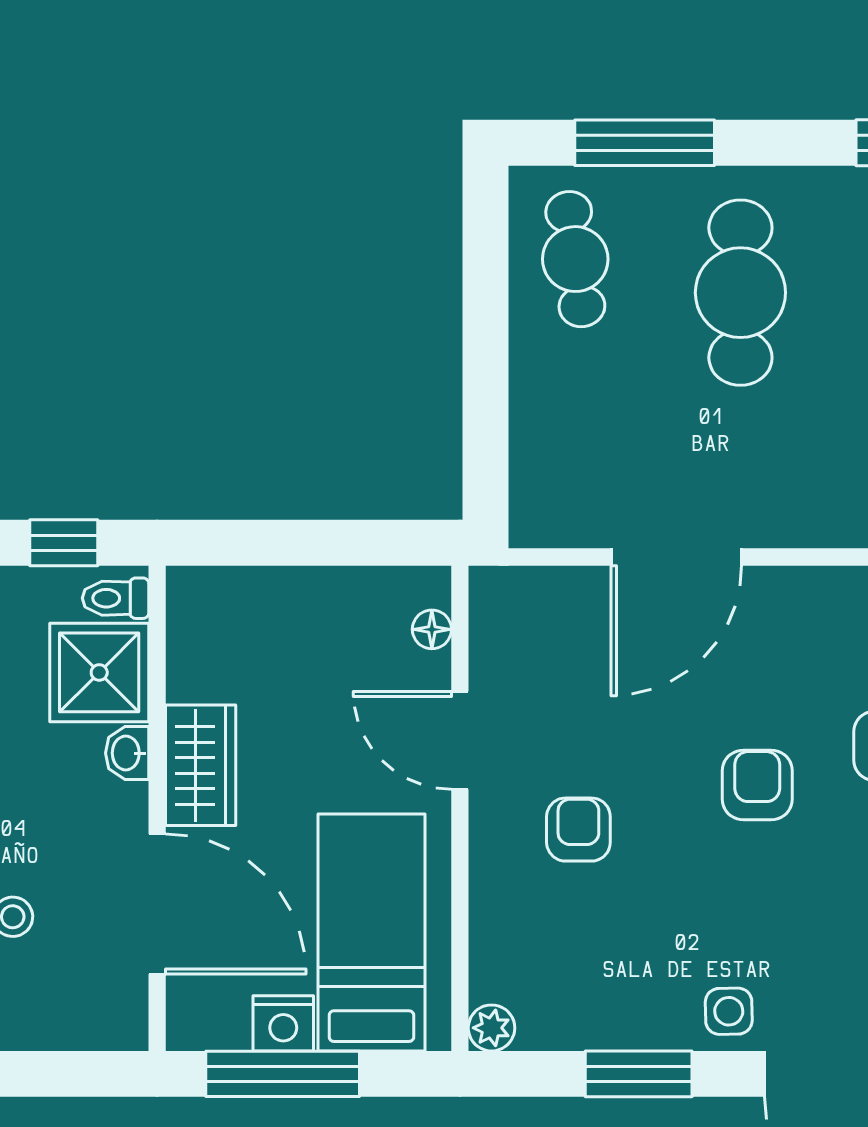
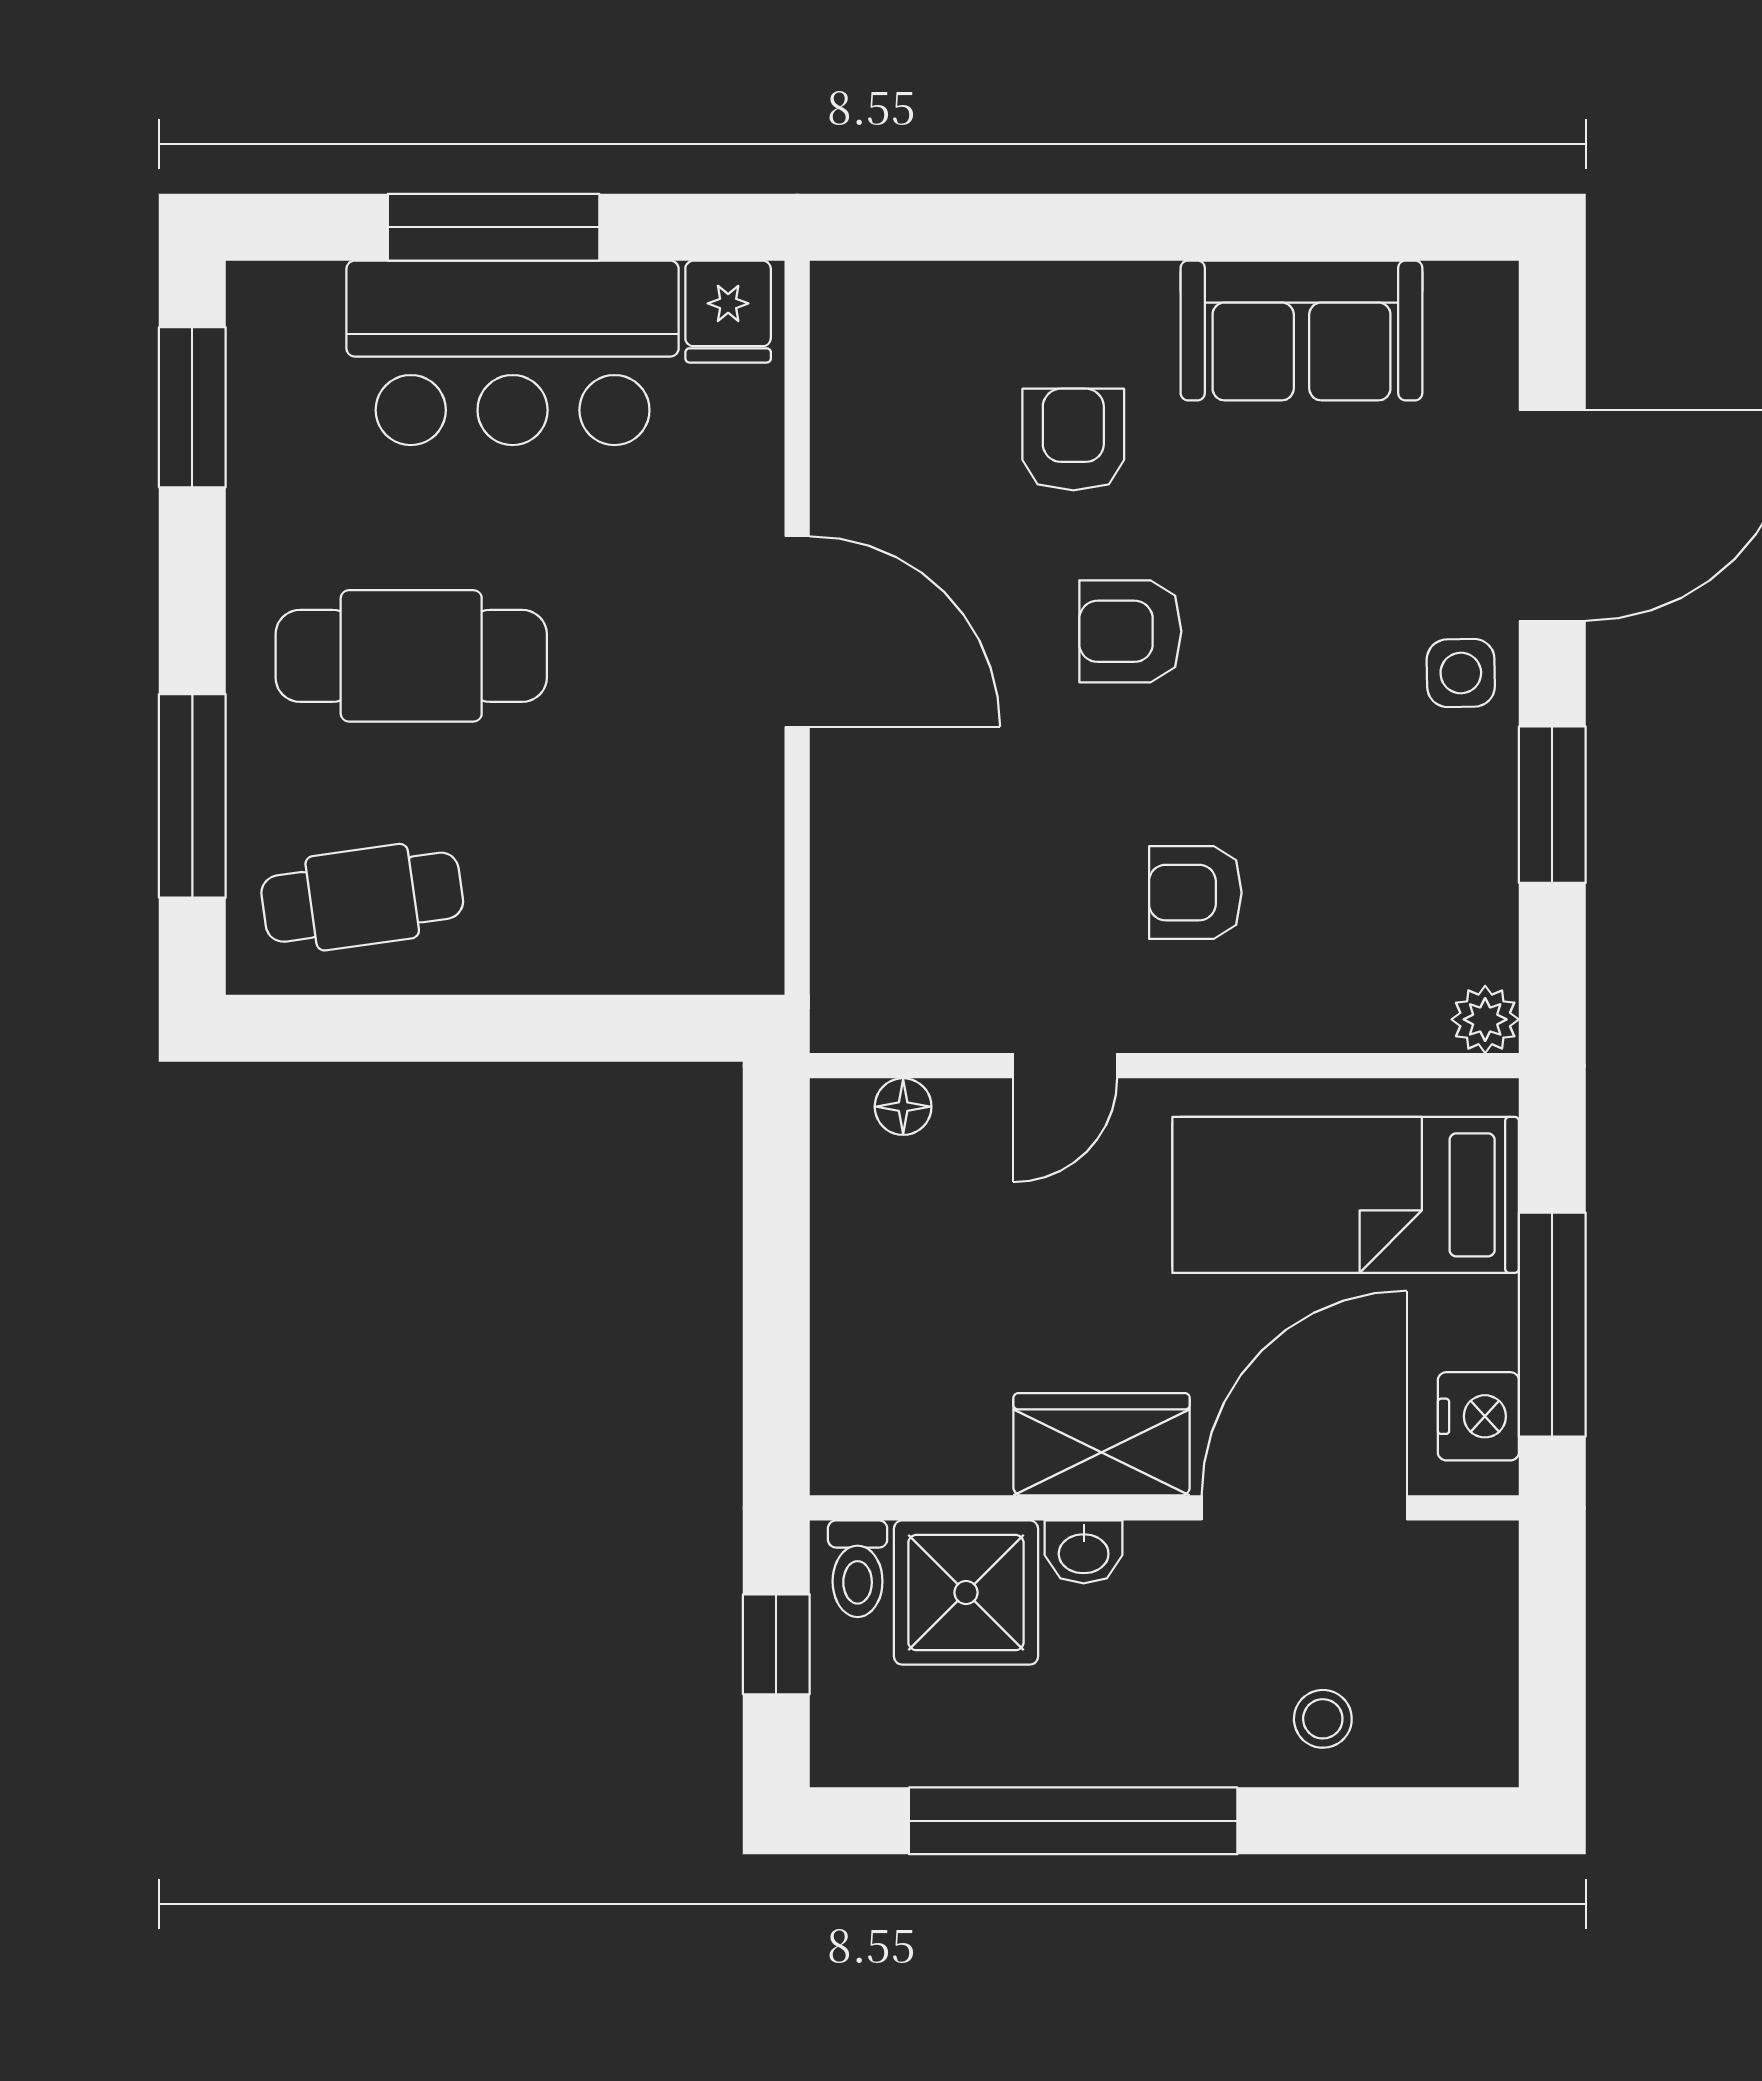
door: (676, 557) -> (797, 632), moved
door: (460, 740) -> (1065, 1066), width x0.73
nightstand: (283, 1023) -> (1478, 1416), moved

